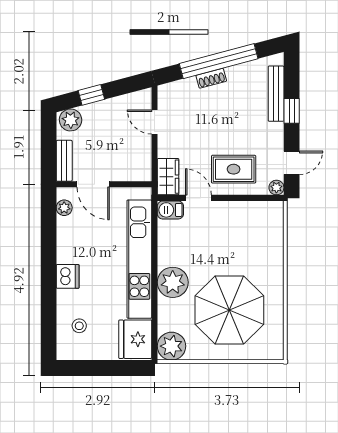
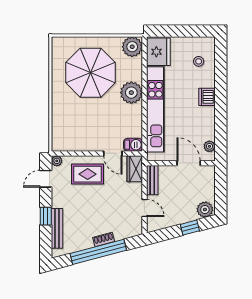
bench: (64, 161) -> (152, 180), moved

